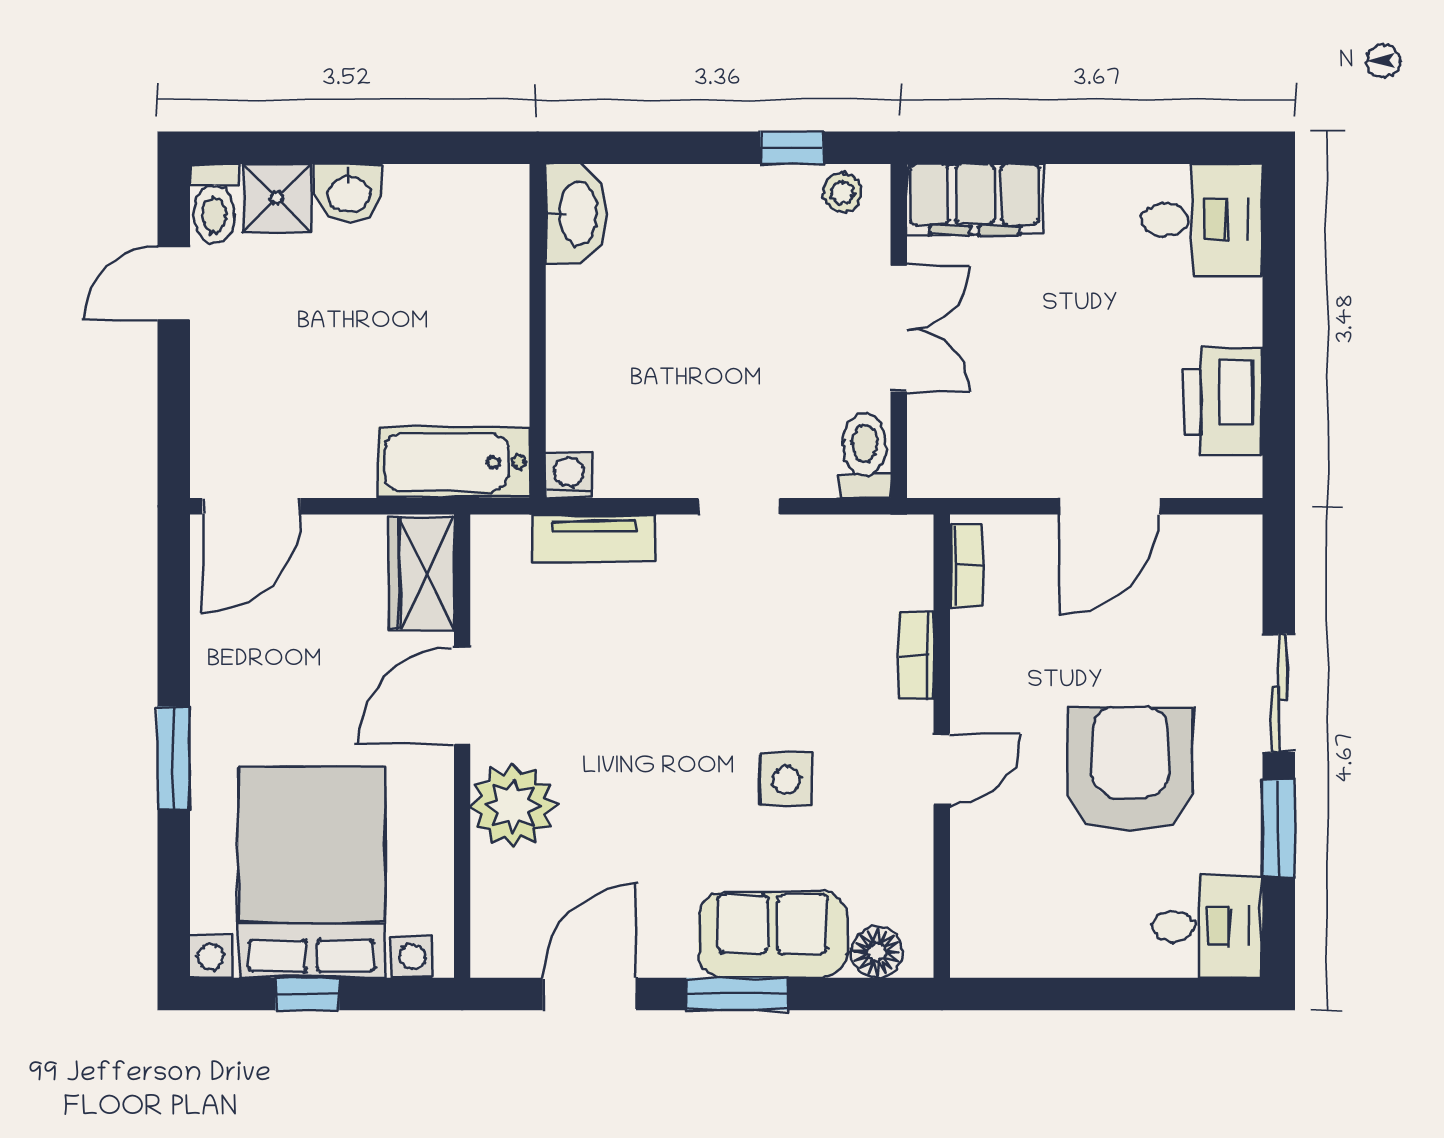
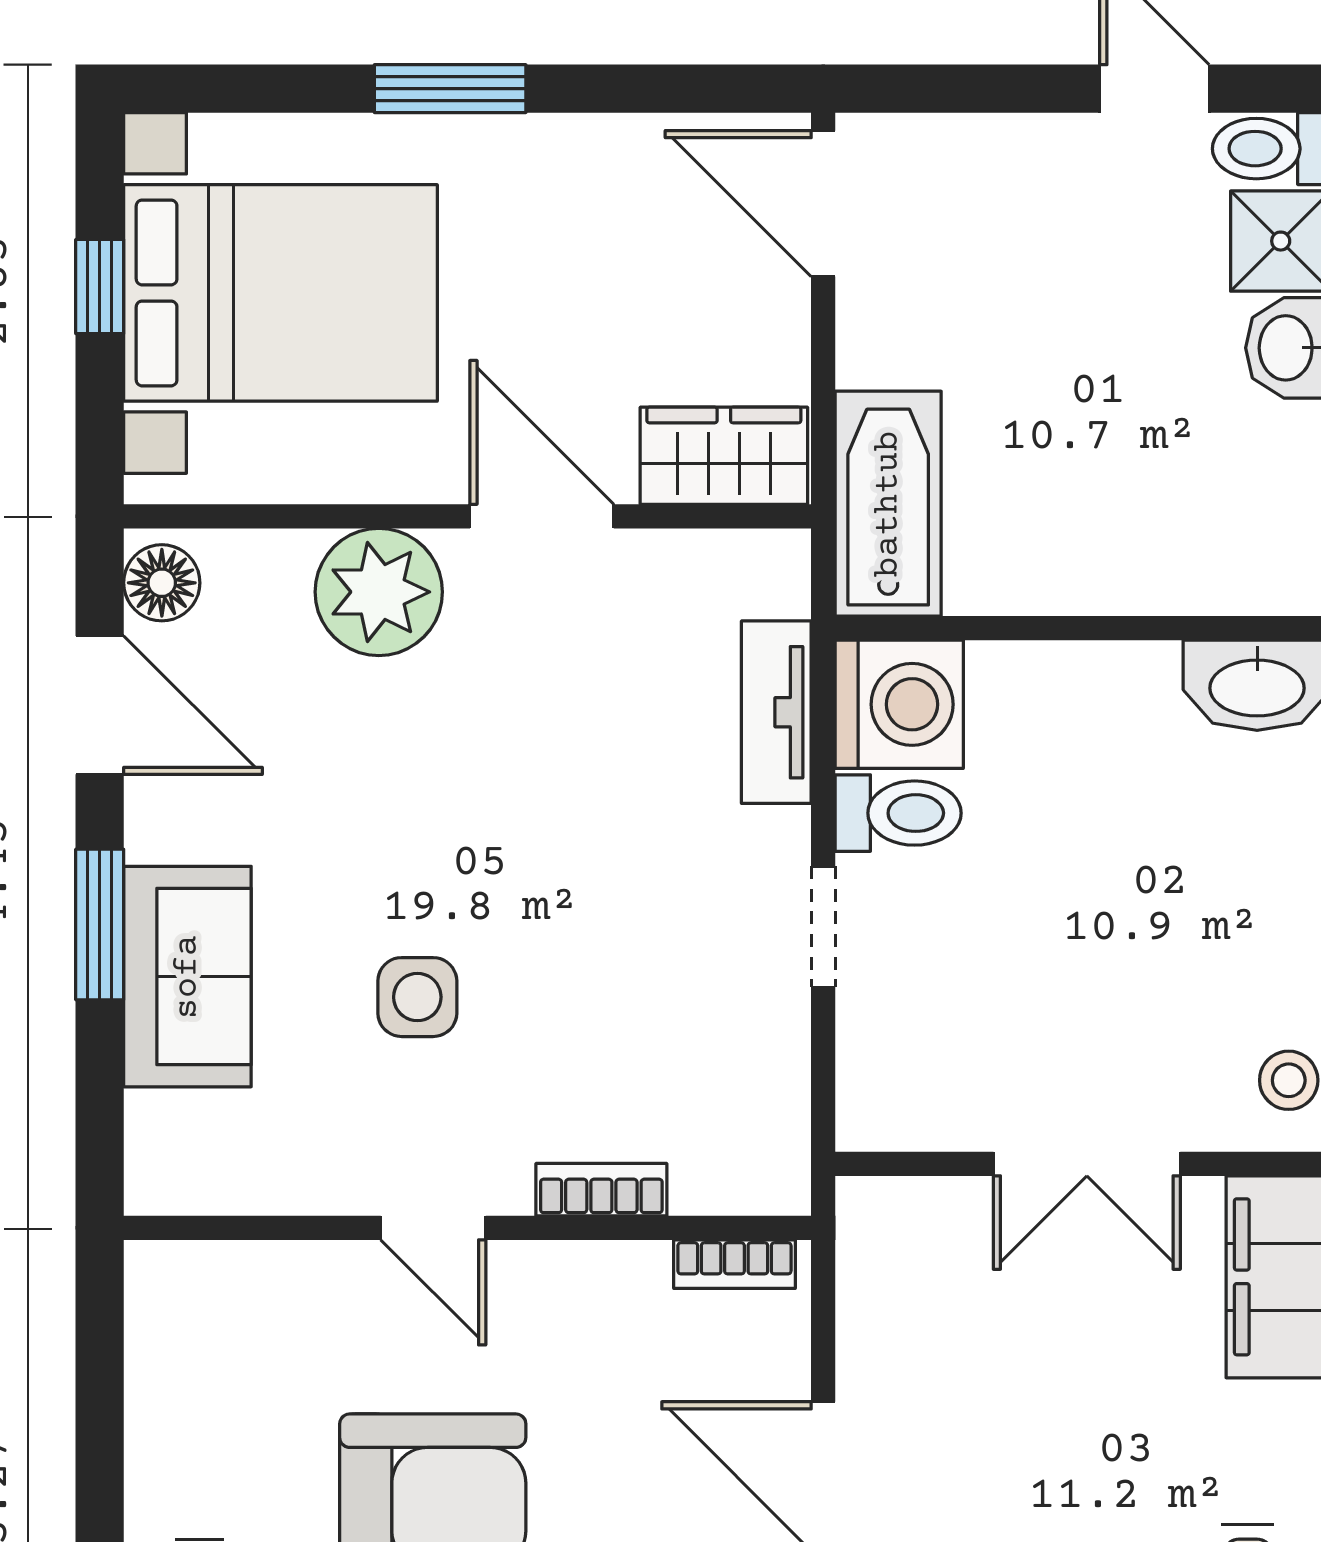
toilet: (865, 456) -> (898, 813), moved
washing machine: (569, 475) -> (899, 704), width x1.89, depth x1.89
floor lamp: (877, 952) -> (162, 583), moved

